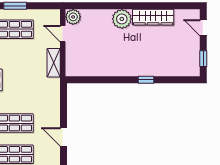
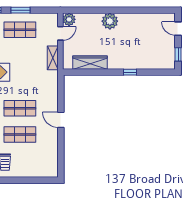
wardrobe: (153, 17) -> (90, 63), moved, turned 180
door: (63, 34) -> (60, 33), swing flipped

